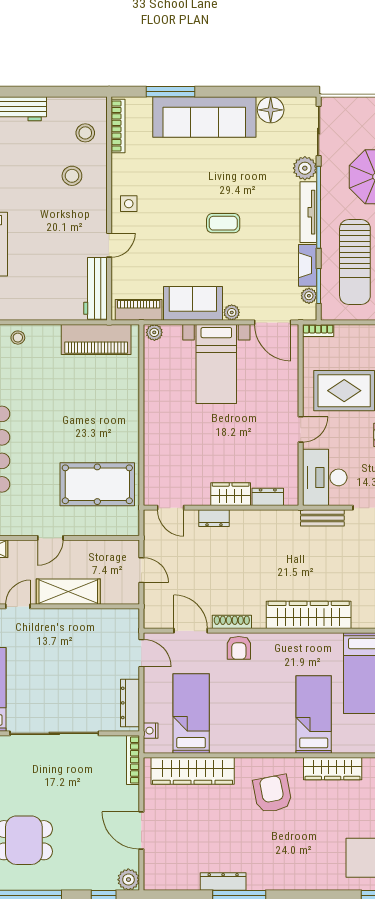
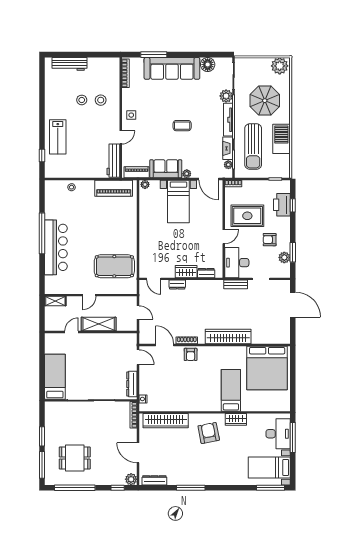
stool: (85, 133) -> (82, 100), moved
bed: (191, 714) -> (165, 390), removed
wardrobe: (333, 769) -> (236, 419), width x0.67
dresser: (223, 882) -> (154, 480), moved

